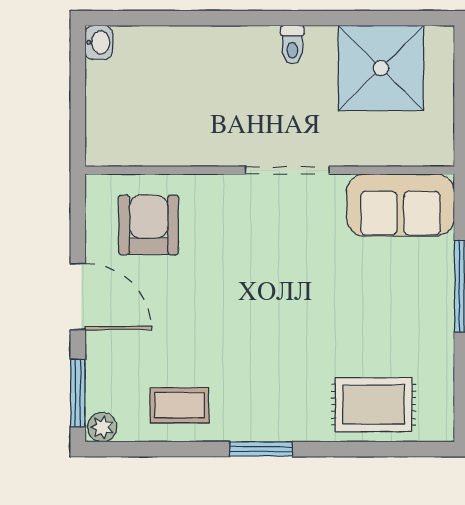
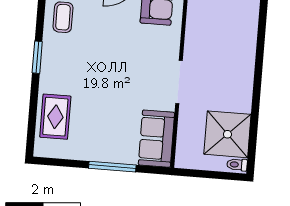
toilet: (292, 45) -> (237, 165), moved

